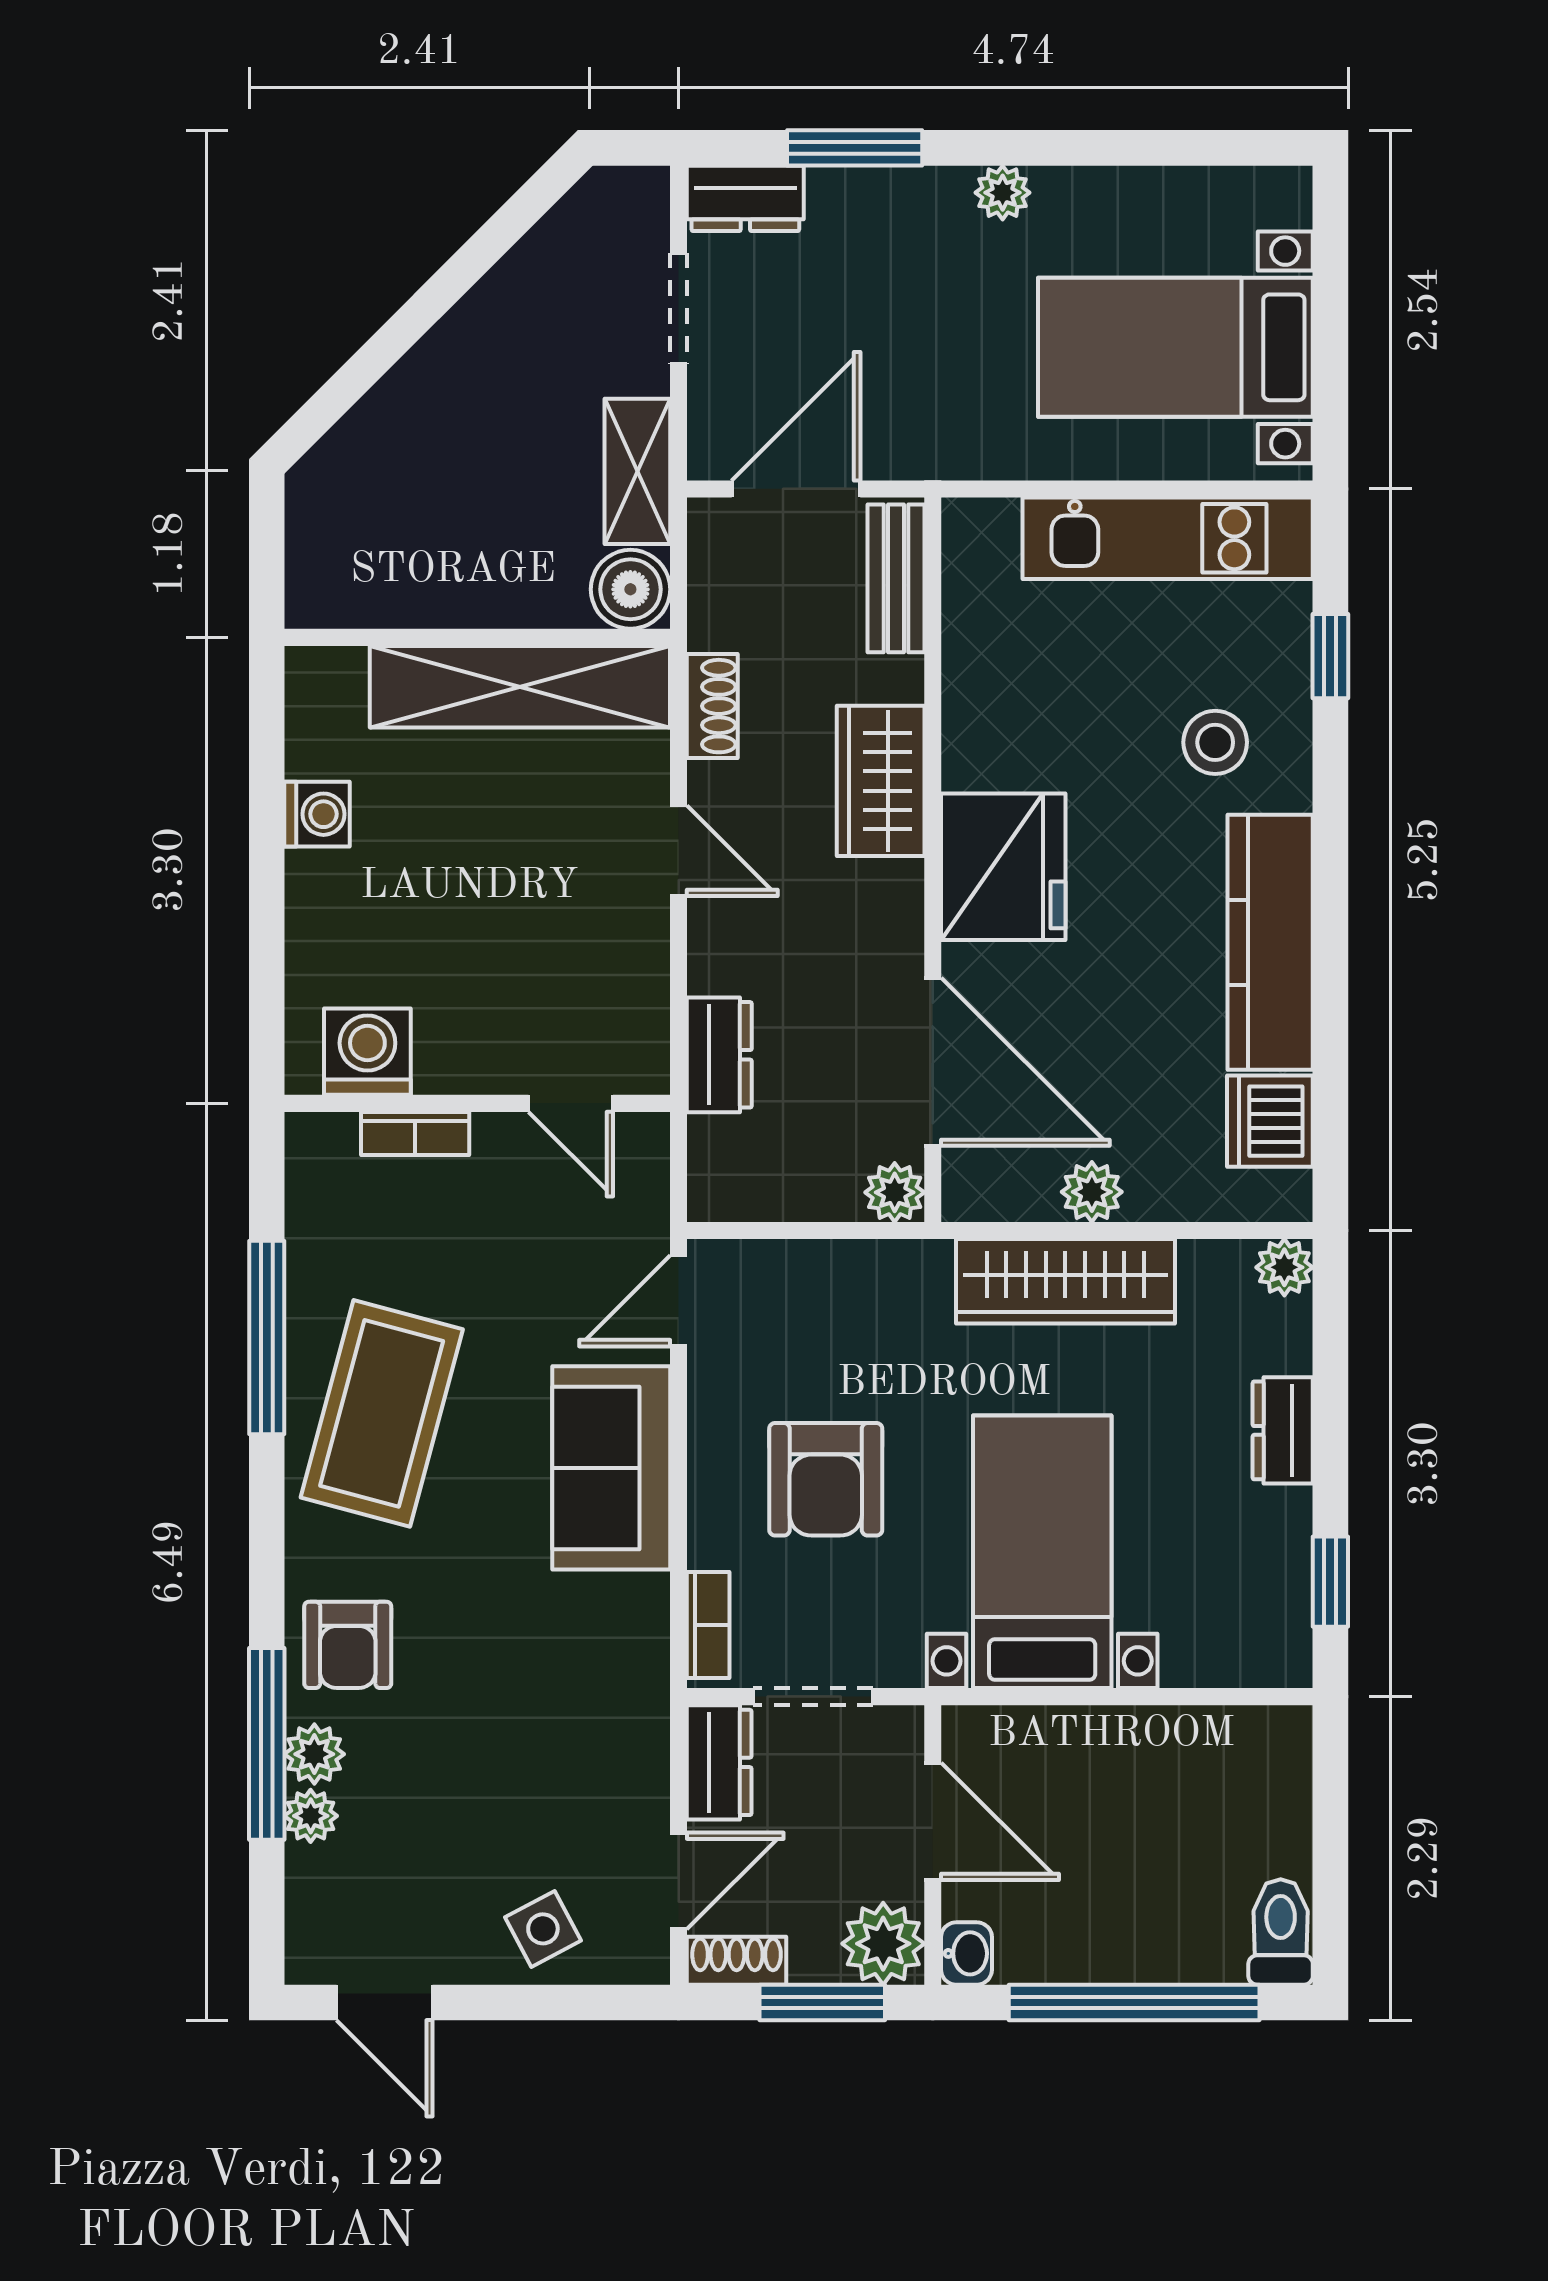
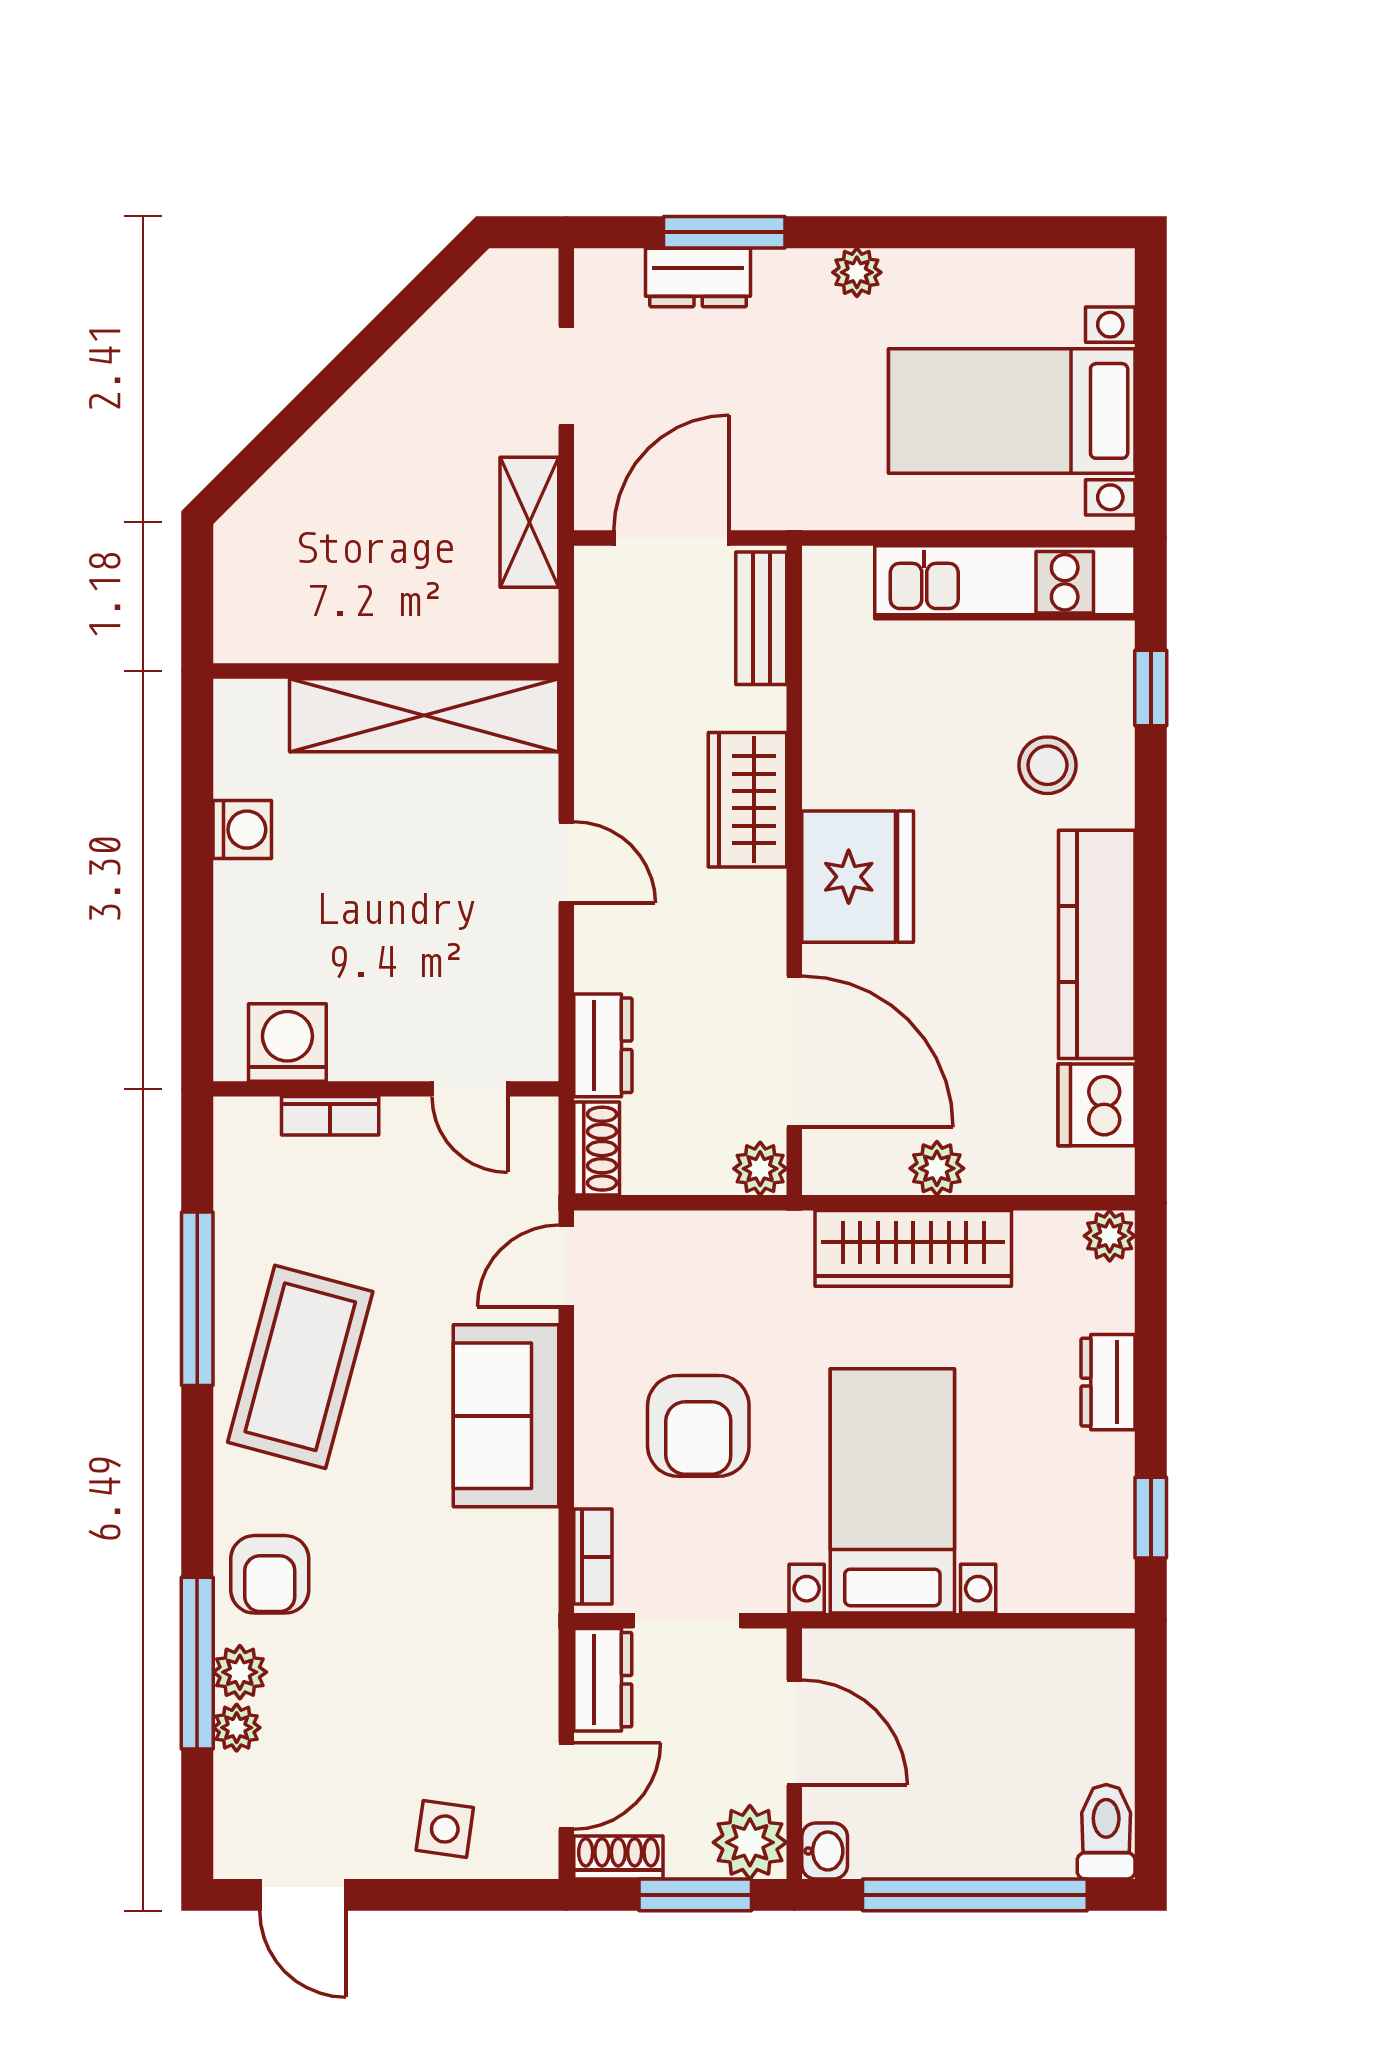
dresser: (745, 198) -> (698, 277), moved
boiler: (630, 589) -> (523, 628), removed
shoe rack: (712, 706) -> (597, 1149), moved
side table: (543, 1929) -> (445, 1829), turned 36

